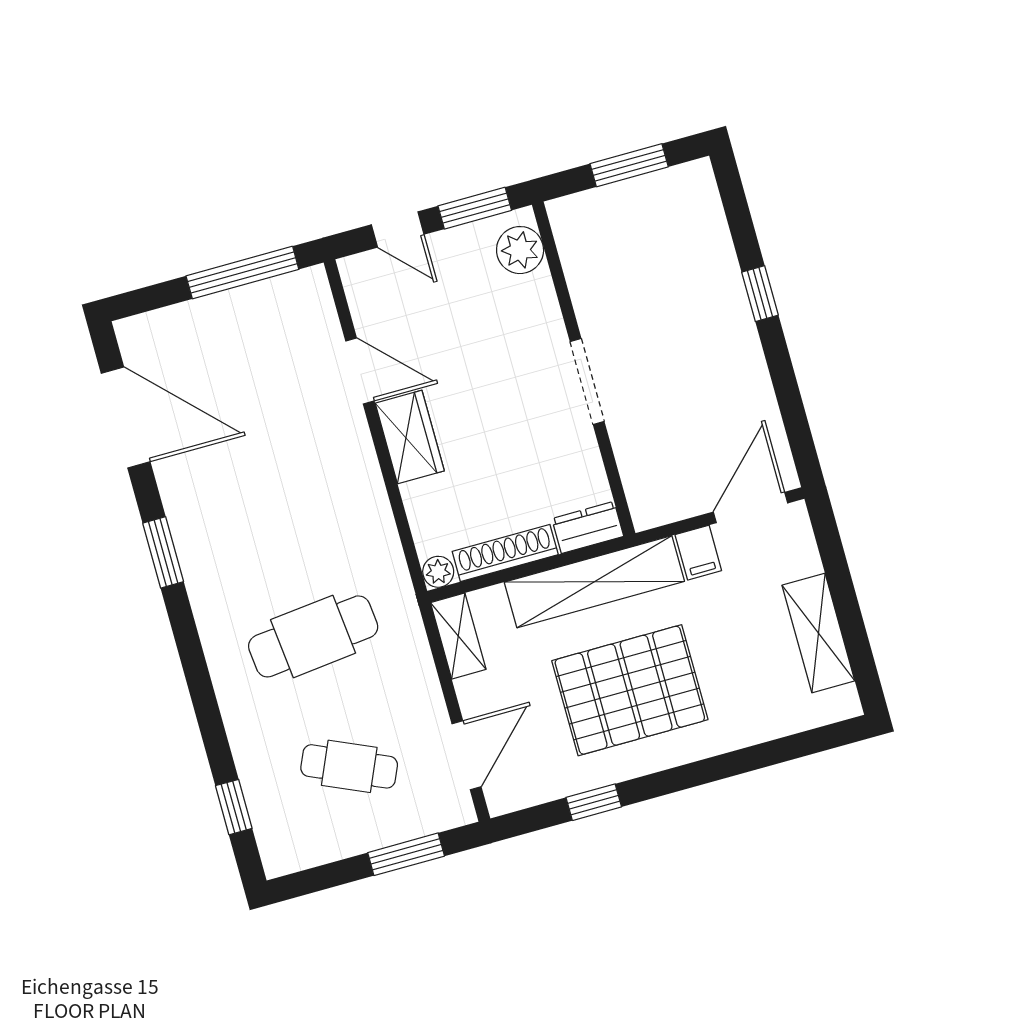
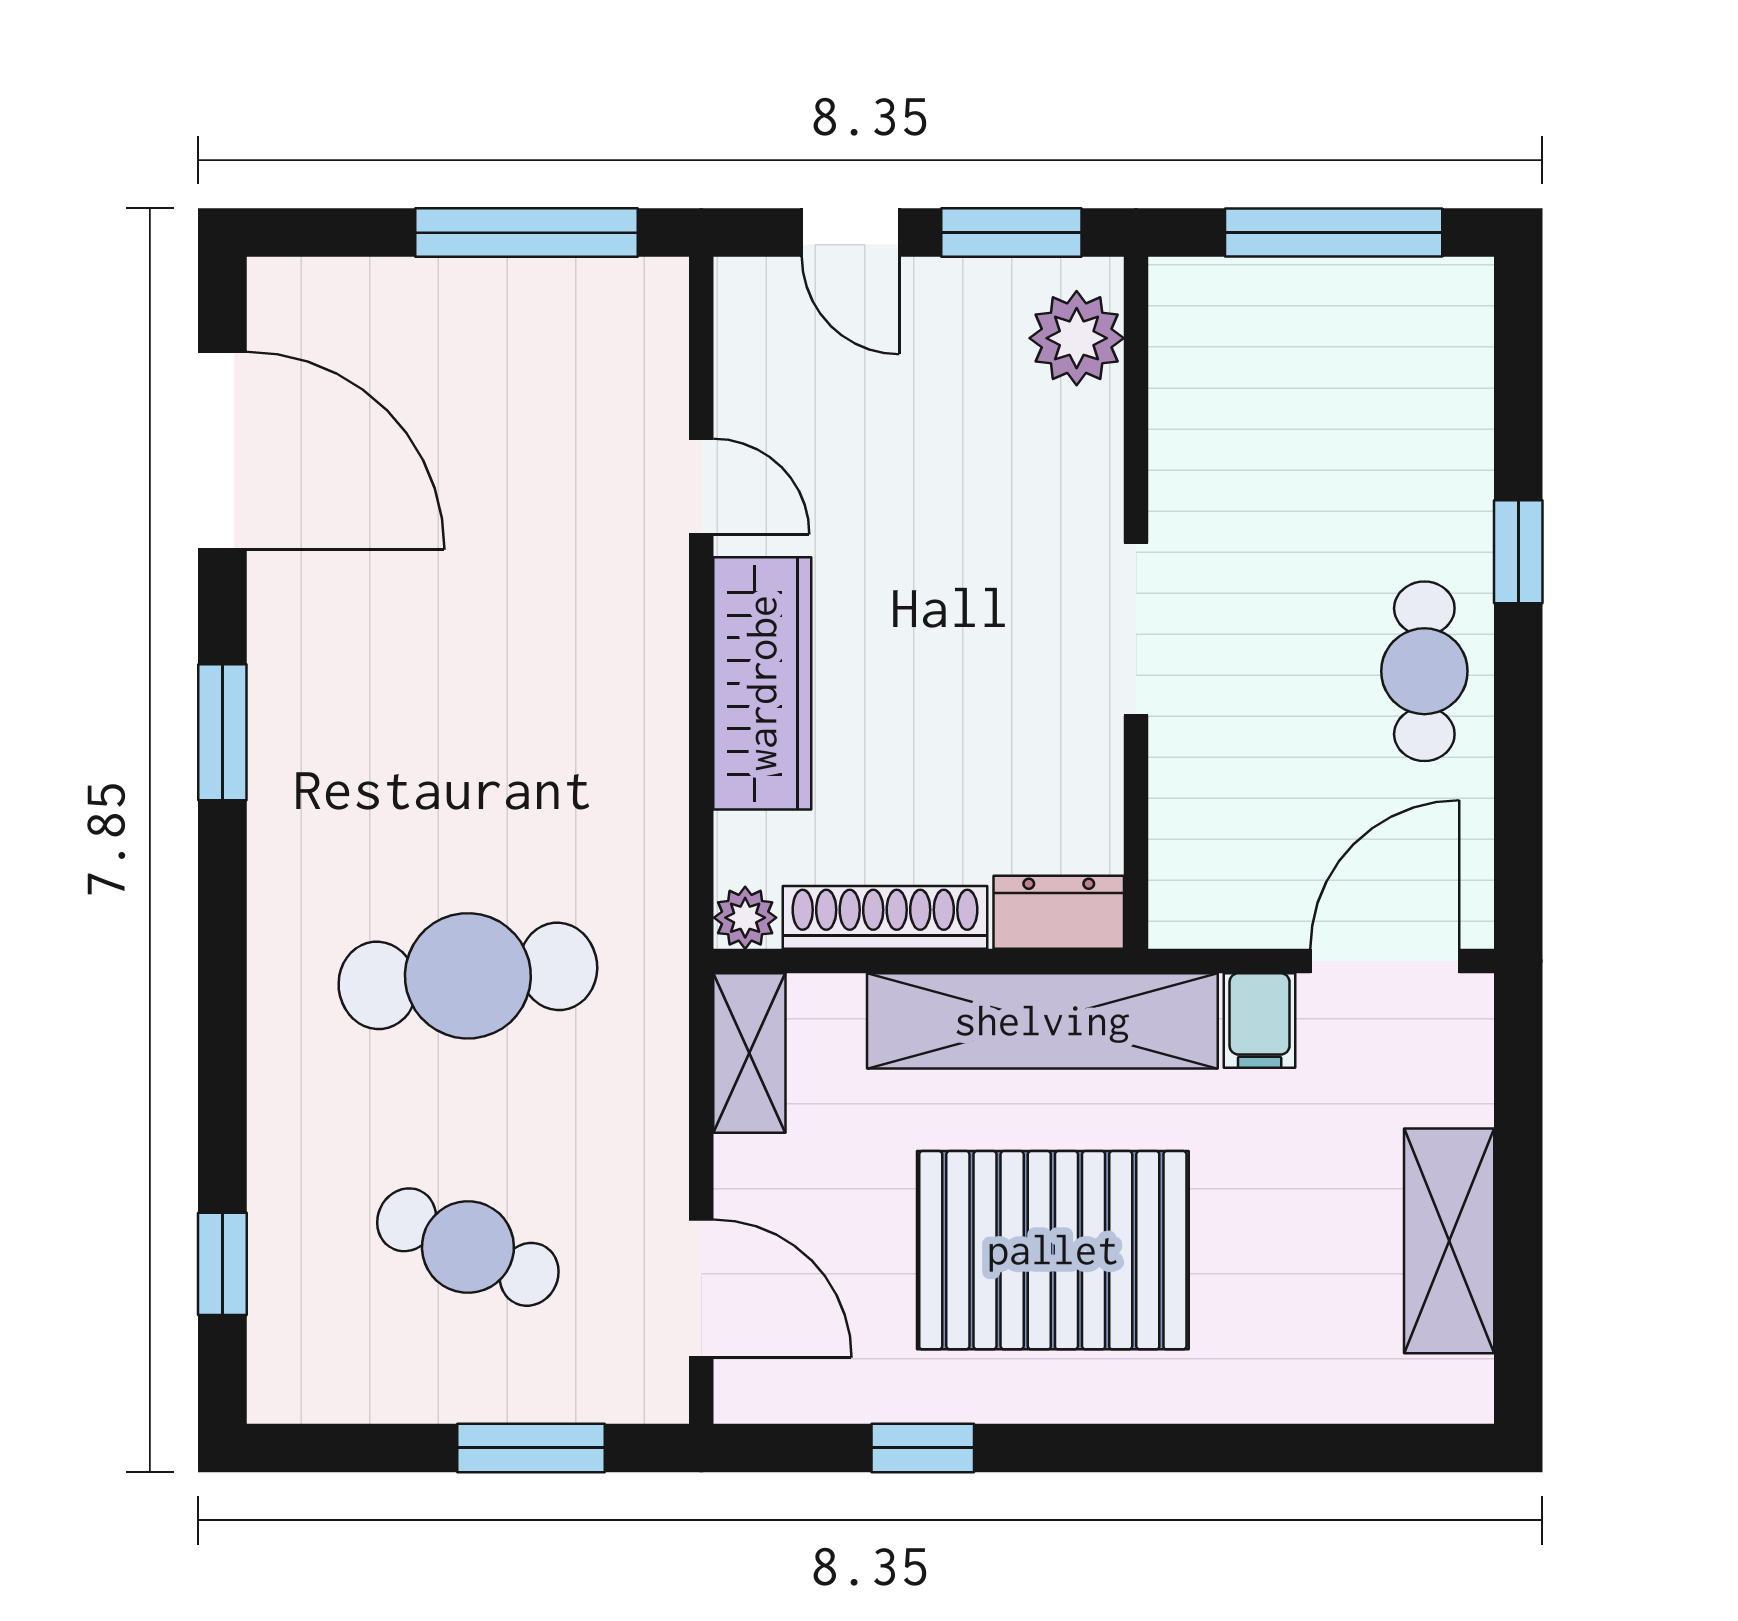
window: (629, 165) -> (1334, 233), width x1.44
cafe table: (731, 363) -> (1424, 671), added
door: (360, 371) -> (701, 486), width x0.73
wardrobe: (410, 437) -> (762, 683), width x1.50
door: (466, 755) -> (701, 1288), hinge flipped

